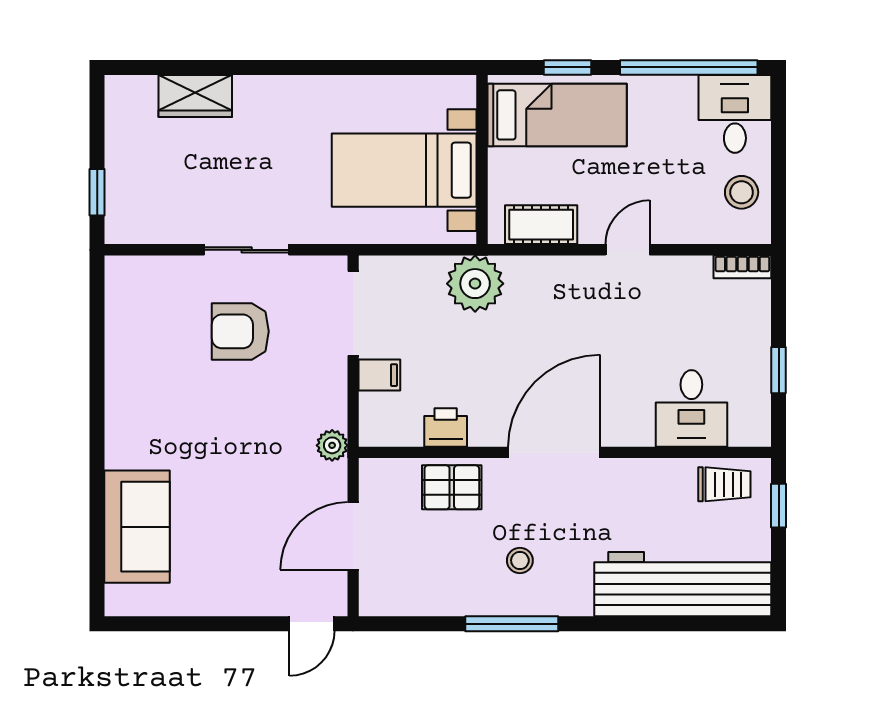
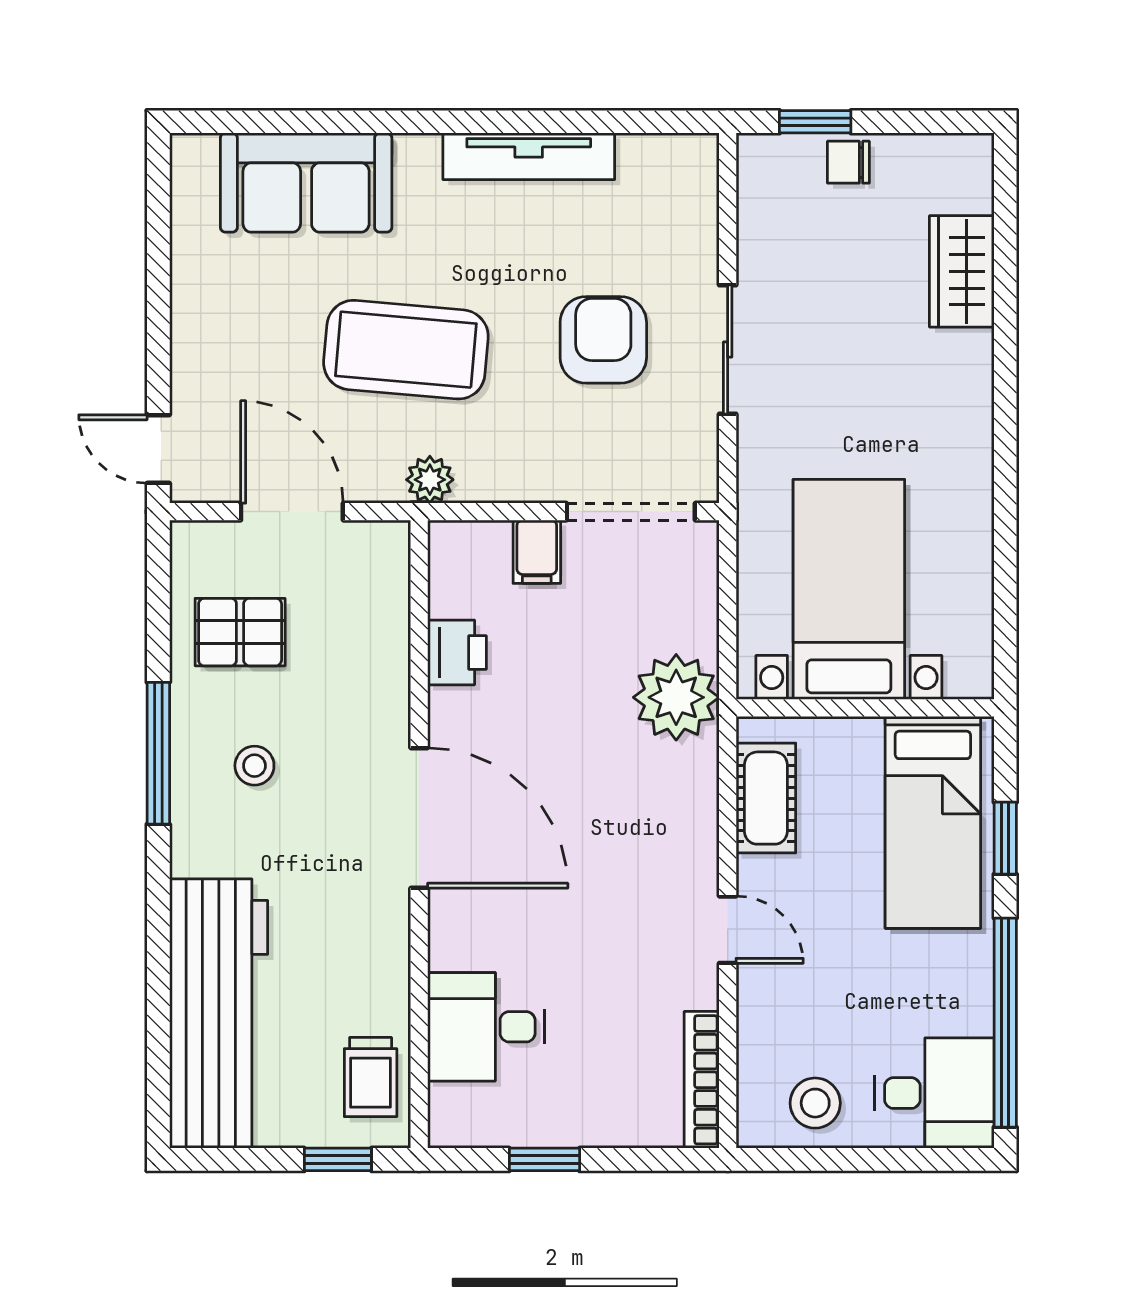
chair: (124, 170) -> (848, 162), added
bookcase: (742, 267) -> (702, 1080), width x1.56
tv unit: (120, 380) -> (529, 156), added
coffee table: (247, 461) -> (406, 350), added
pallet: (452, 487) -> (240, 632), moved, turned 90

